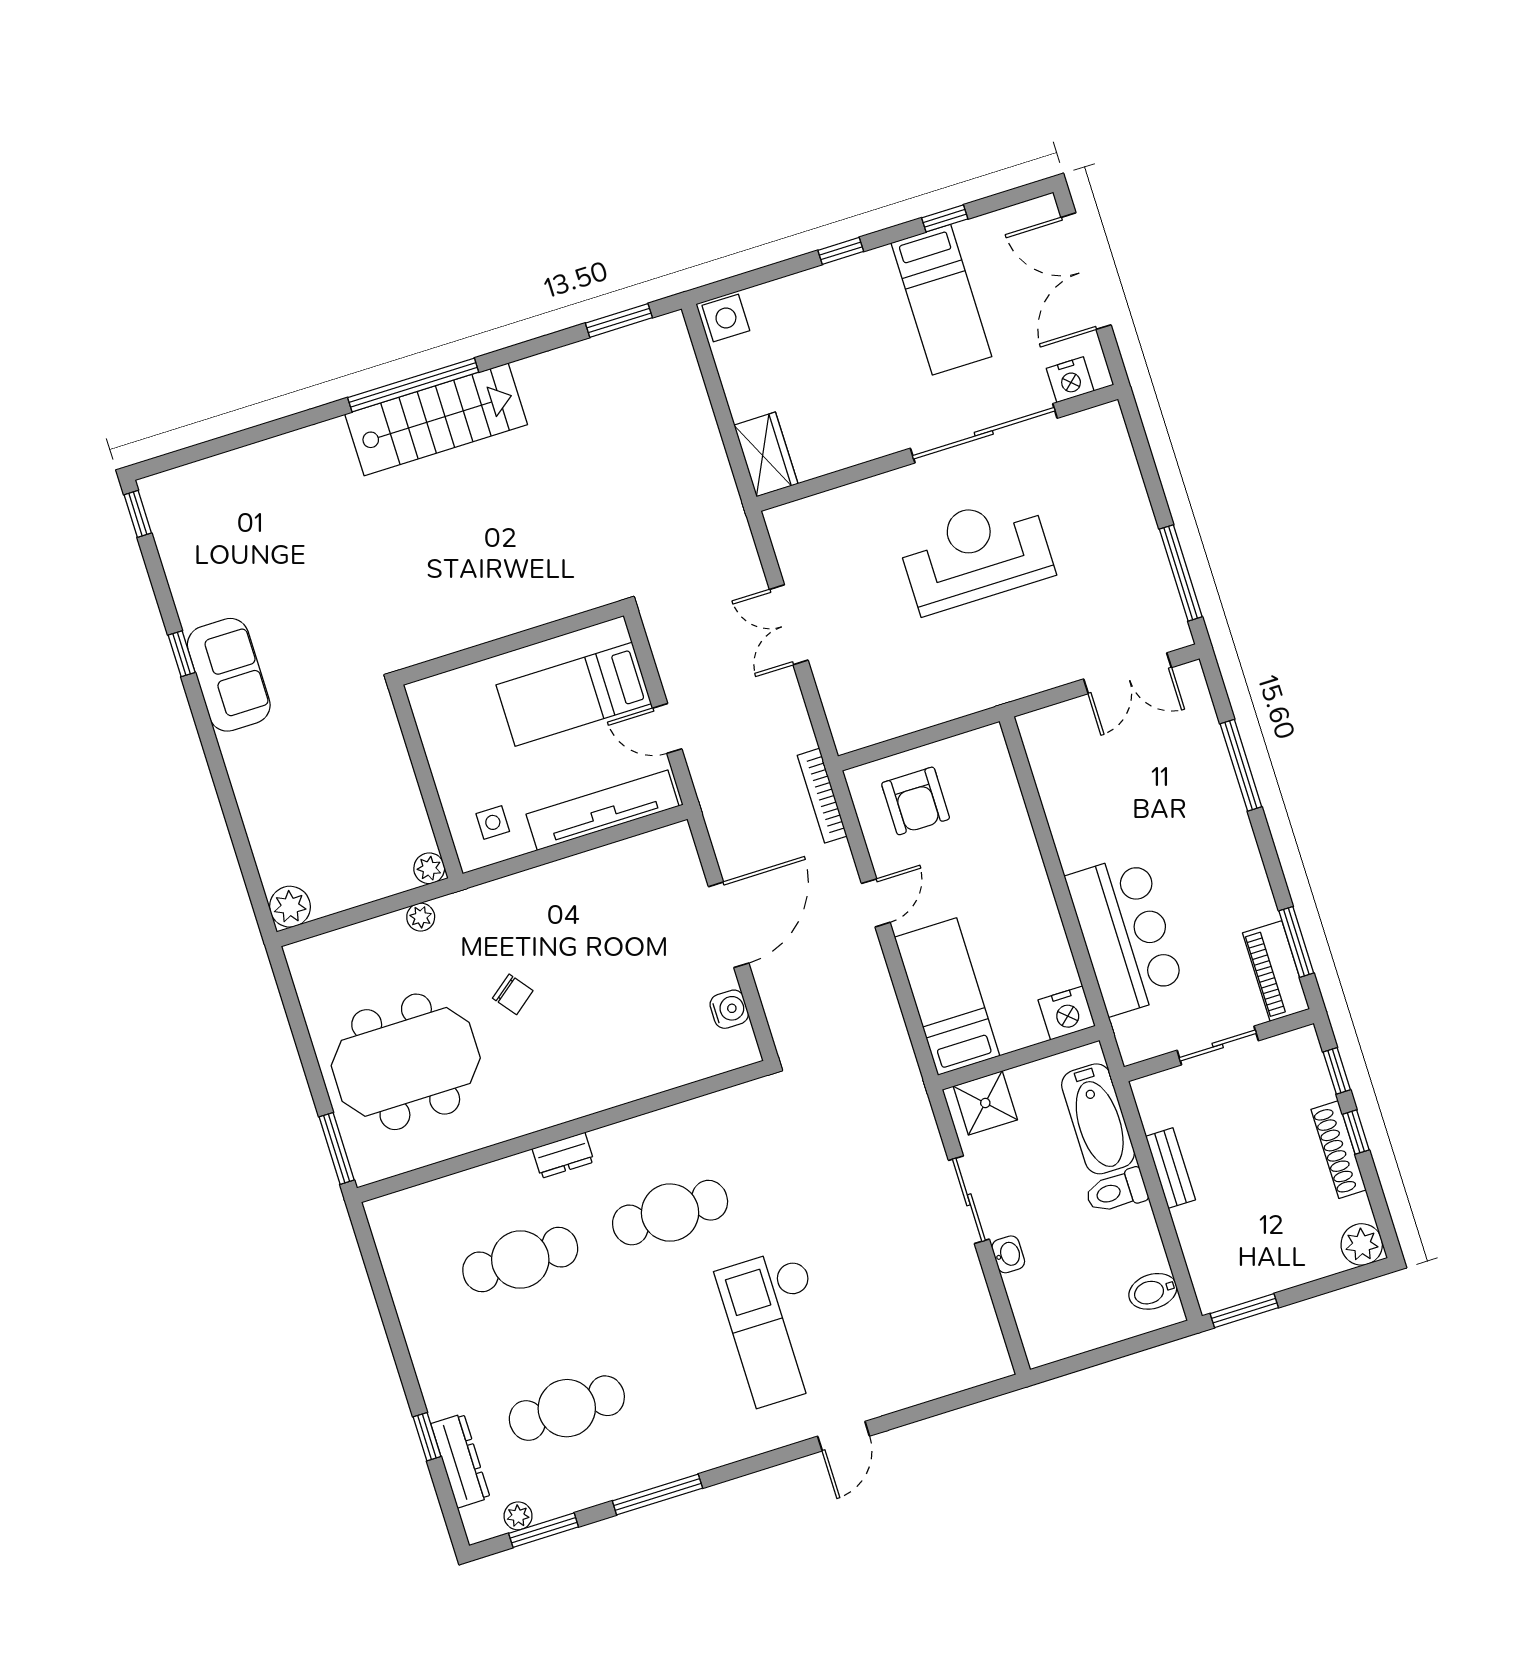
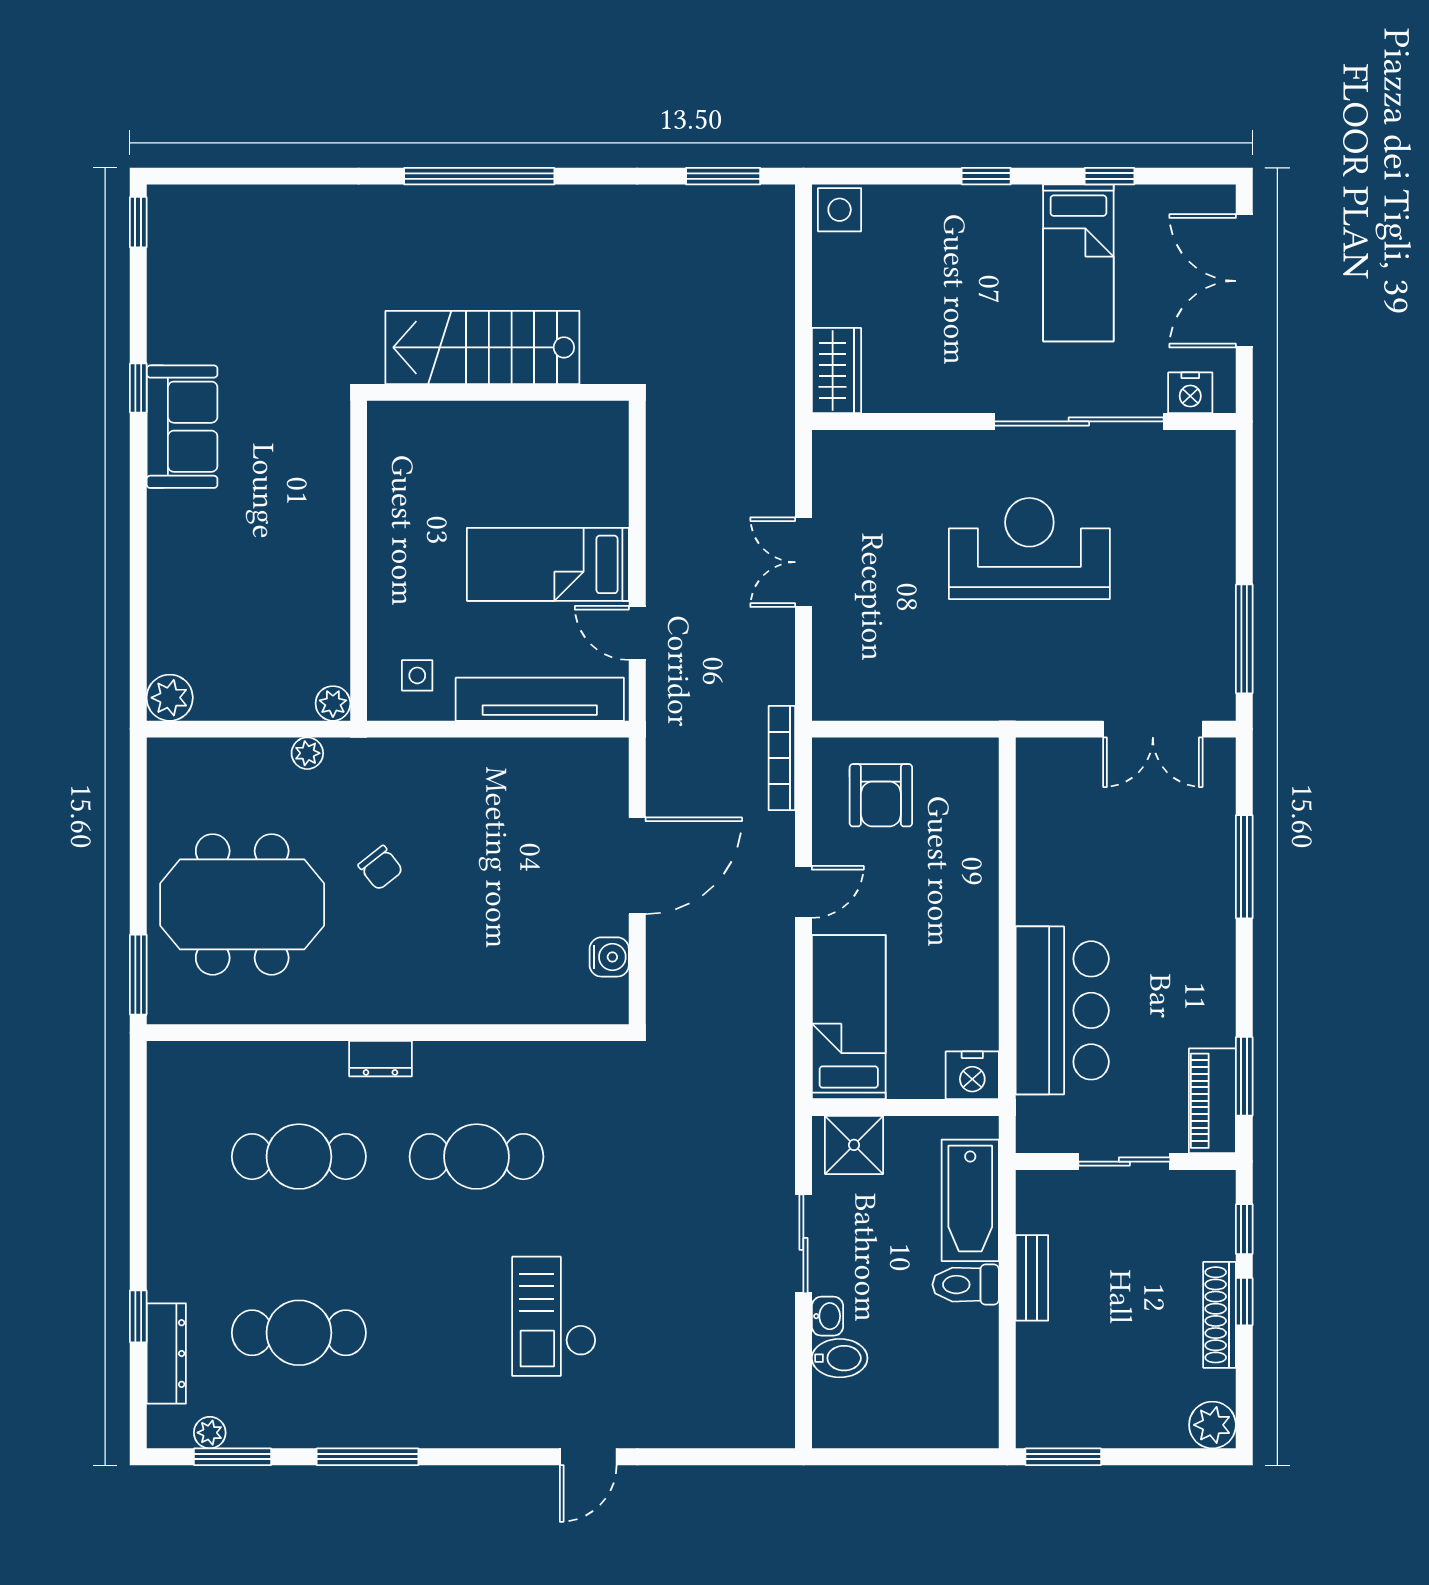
stairs: (436, 419) -> (482, 347), moved, turned 180
wall: (511, 643) -> (498, 392), moved
bidet: (1153, 1291) -> (840, 1358), moved, turned 180
checkout: (778, 1327) -> (554, 1316), width x0.73, depth x0.83

